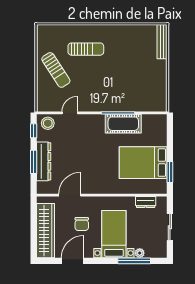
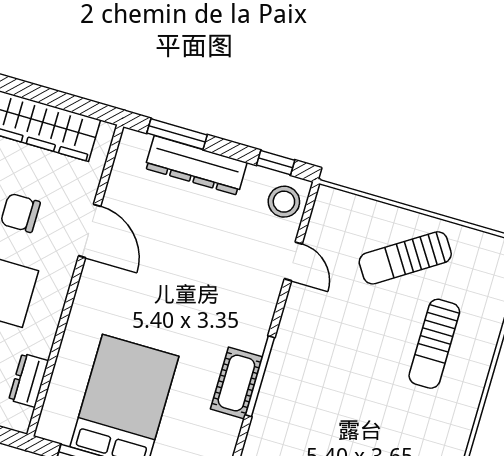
cot: (123, 124) -> (236, 383), width x0.73, depth x0.75
window: (34, 162) -> (177, 134), moved
door: (70, 195) -> (90, 231), moved

